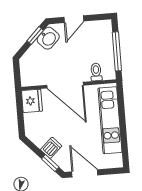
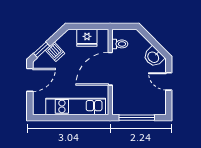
window: (35, 36) -> (157, 46), removed
toilet: (96, 72) -> (120, 44), moved
fridge: (32, 101) -> (87, 38), moved

